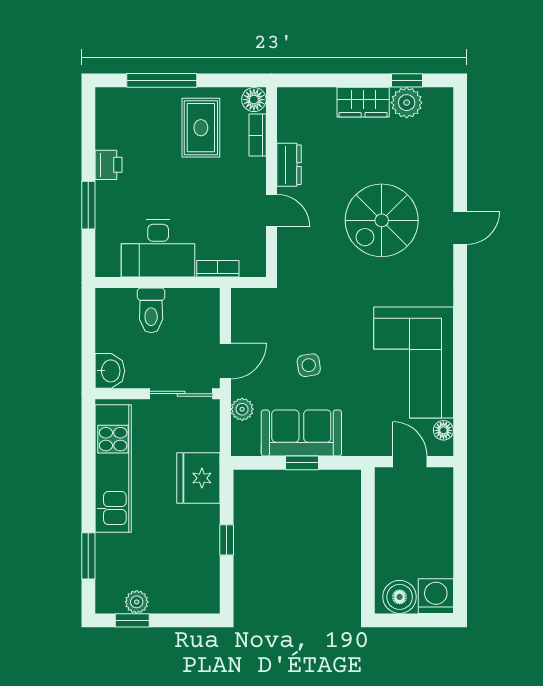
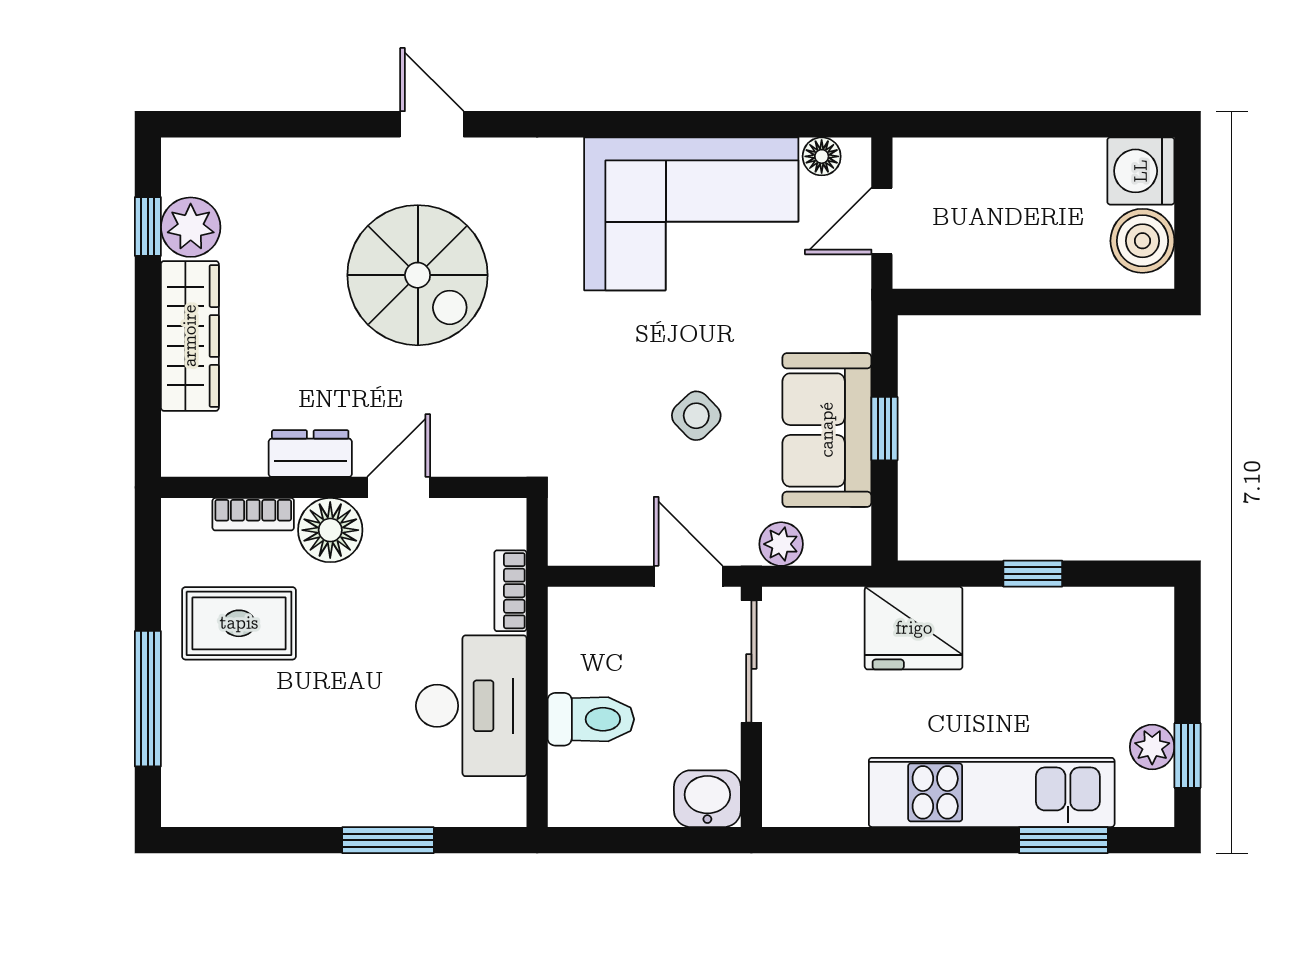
floor lamp: (254, 100) -> (330, 530), moved, width x1.38, depth x1.38
wardrobe: (363, 102) -> (190, 336), width x1.50
printer: (109, 165) -> (310, 801), removed
side table: (309, 365) -> (696, 416), turned -35
kitchen unit: (113, 468) -> (992, 792), moved

